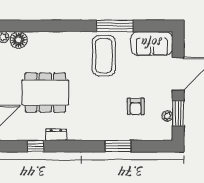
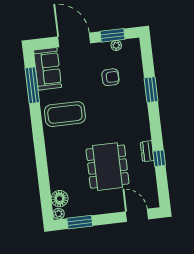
window: (115, 26) -> (32, 85), moved
window: (36, 146) -> (159, 158), moved

